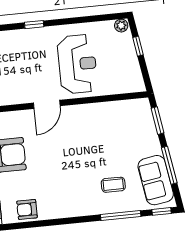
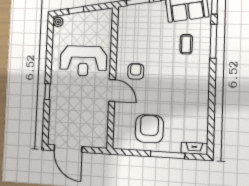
reception desk: (77, 64) -> (83, 61), turned 180
armchair: (27, 209) -> (136, 71), moved, turned 180

